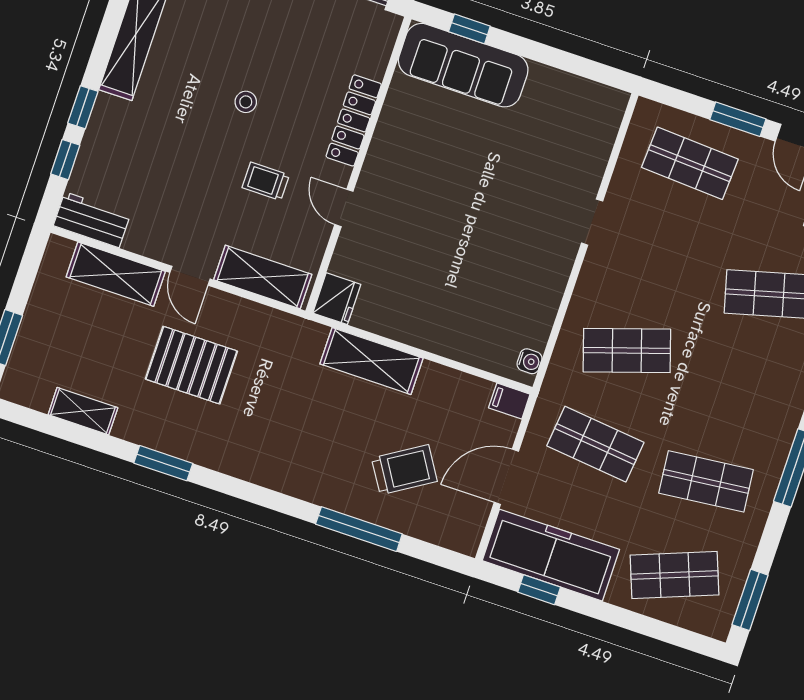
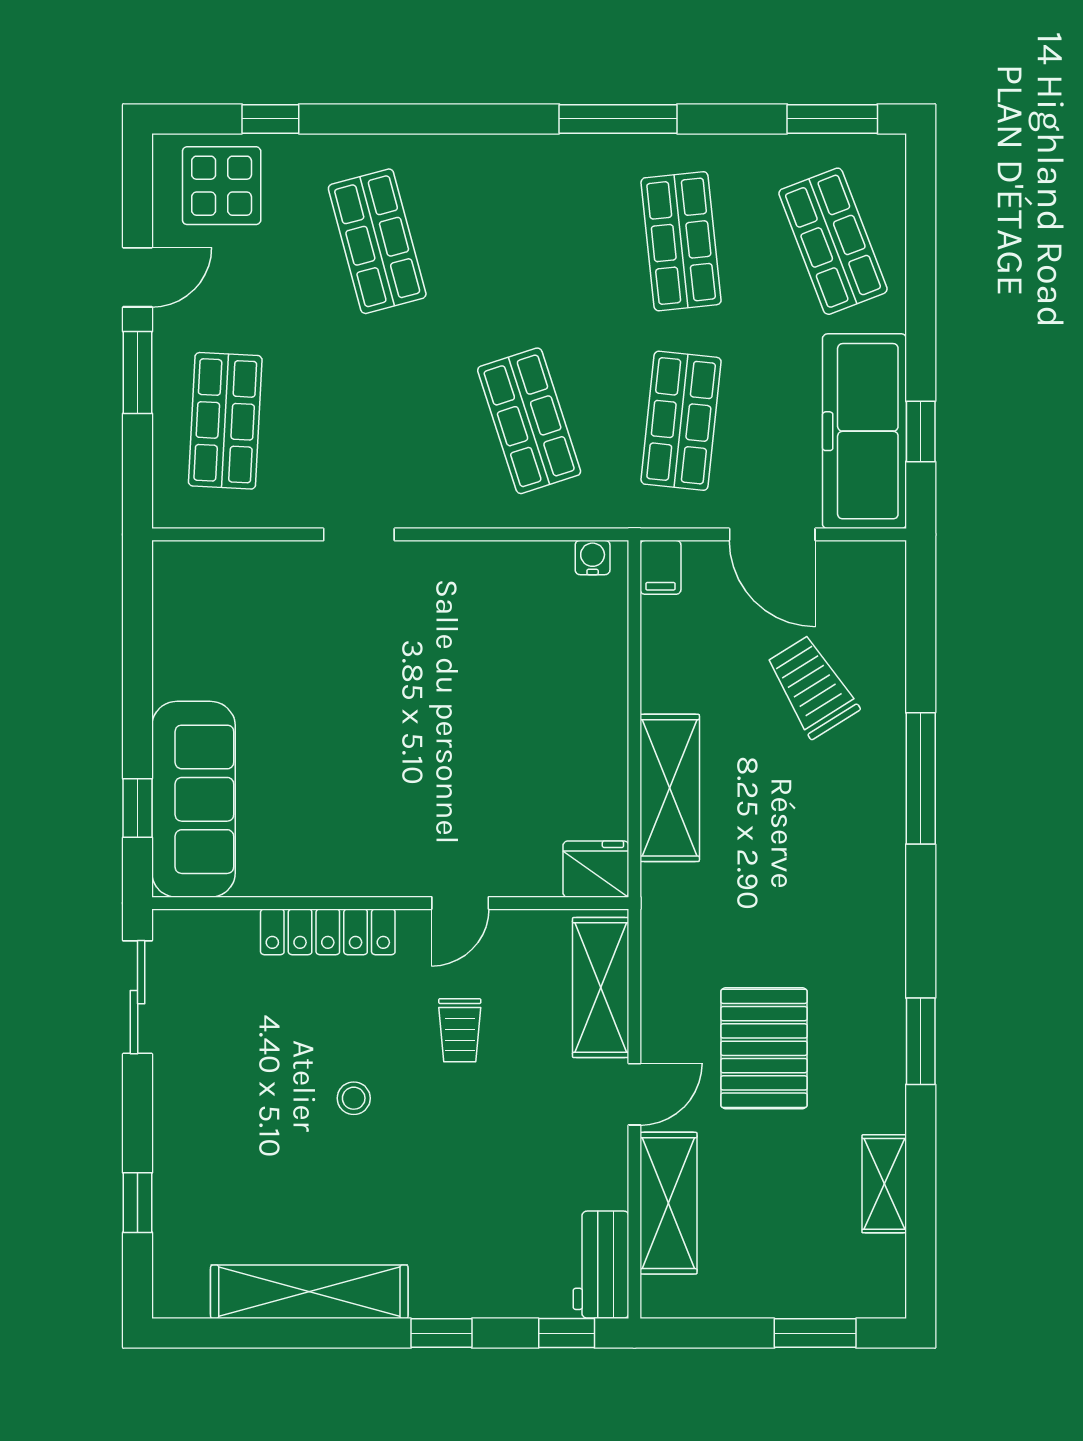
window: (65, 160) -> (567, 1333), moved
window: (359, 529) -> (921, 778), moved

